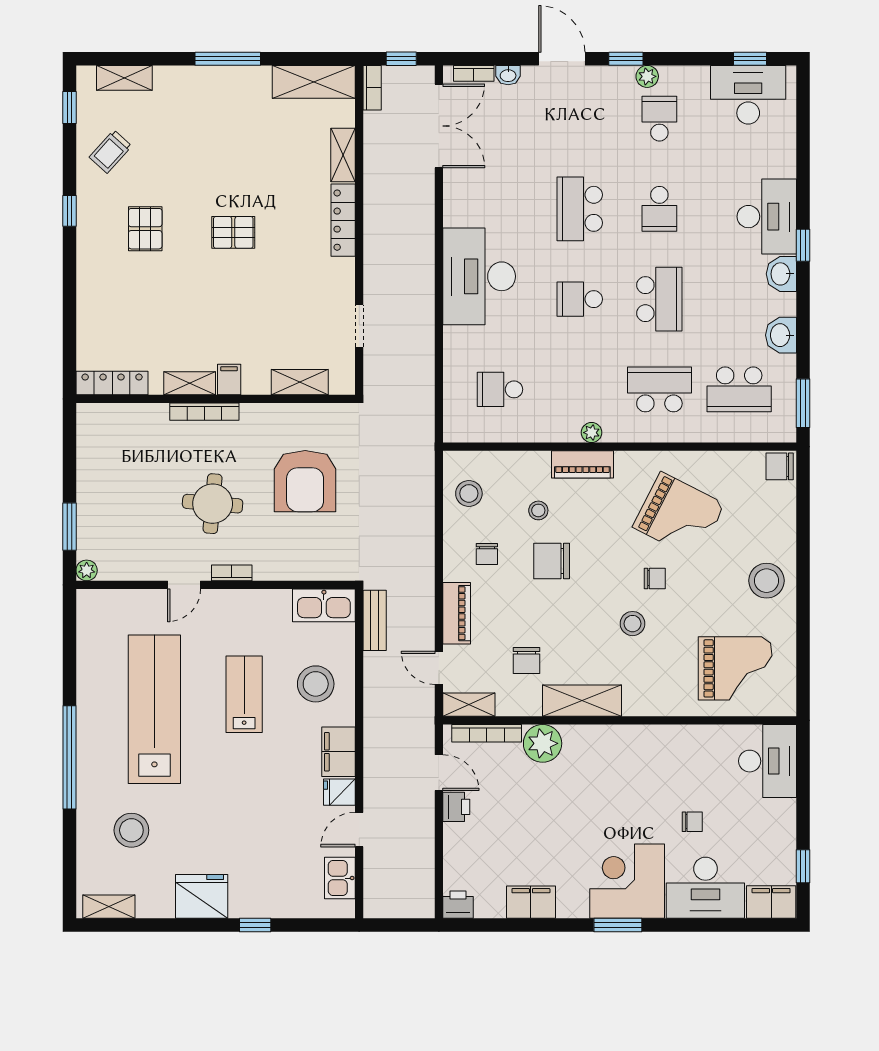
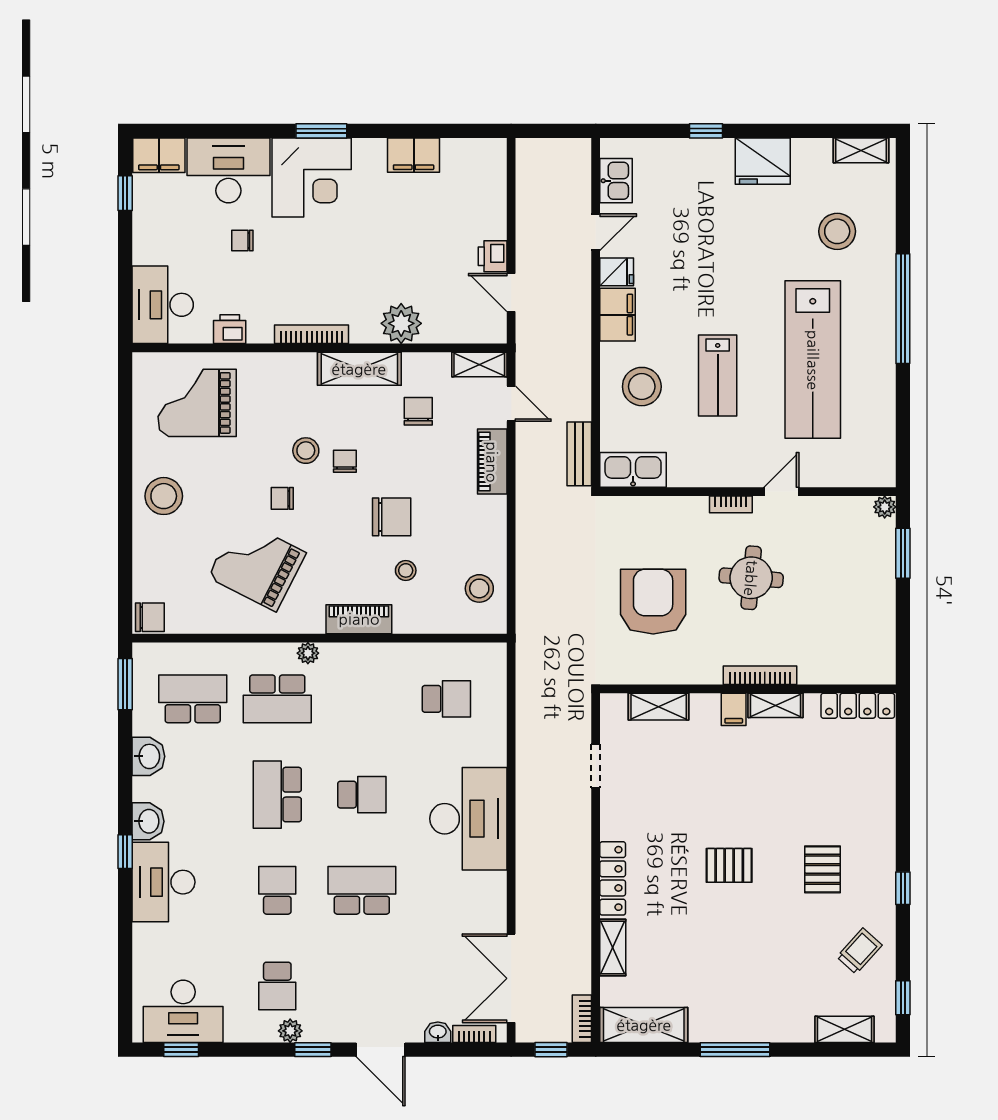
school desk: (580, 209) -> (362, 890), turned -90
plant: (592, 433) -> (308, 653), moved
chair: (487, 554) -> (345, 461), moved
bookcase: (487, 733) -> (312, 334), moved
printer: (458, 905) -> (230, 329), moved, turned 180

